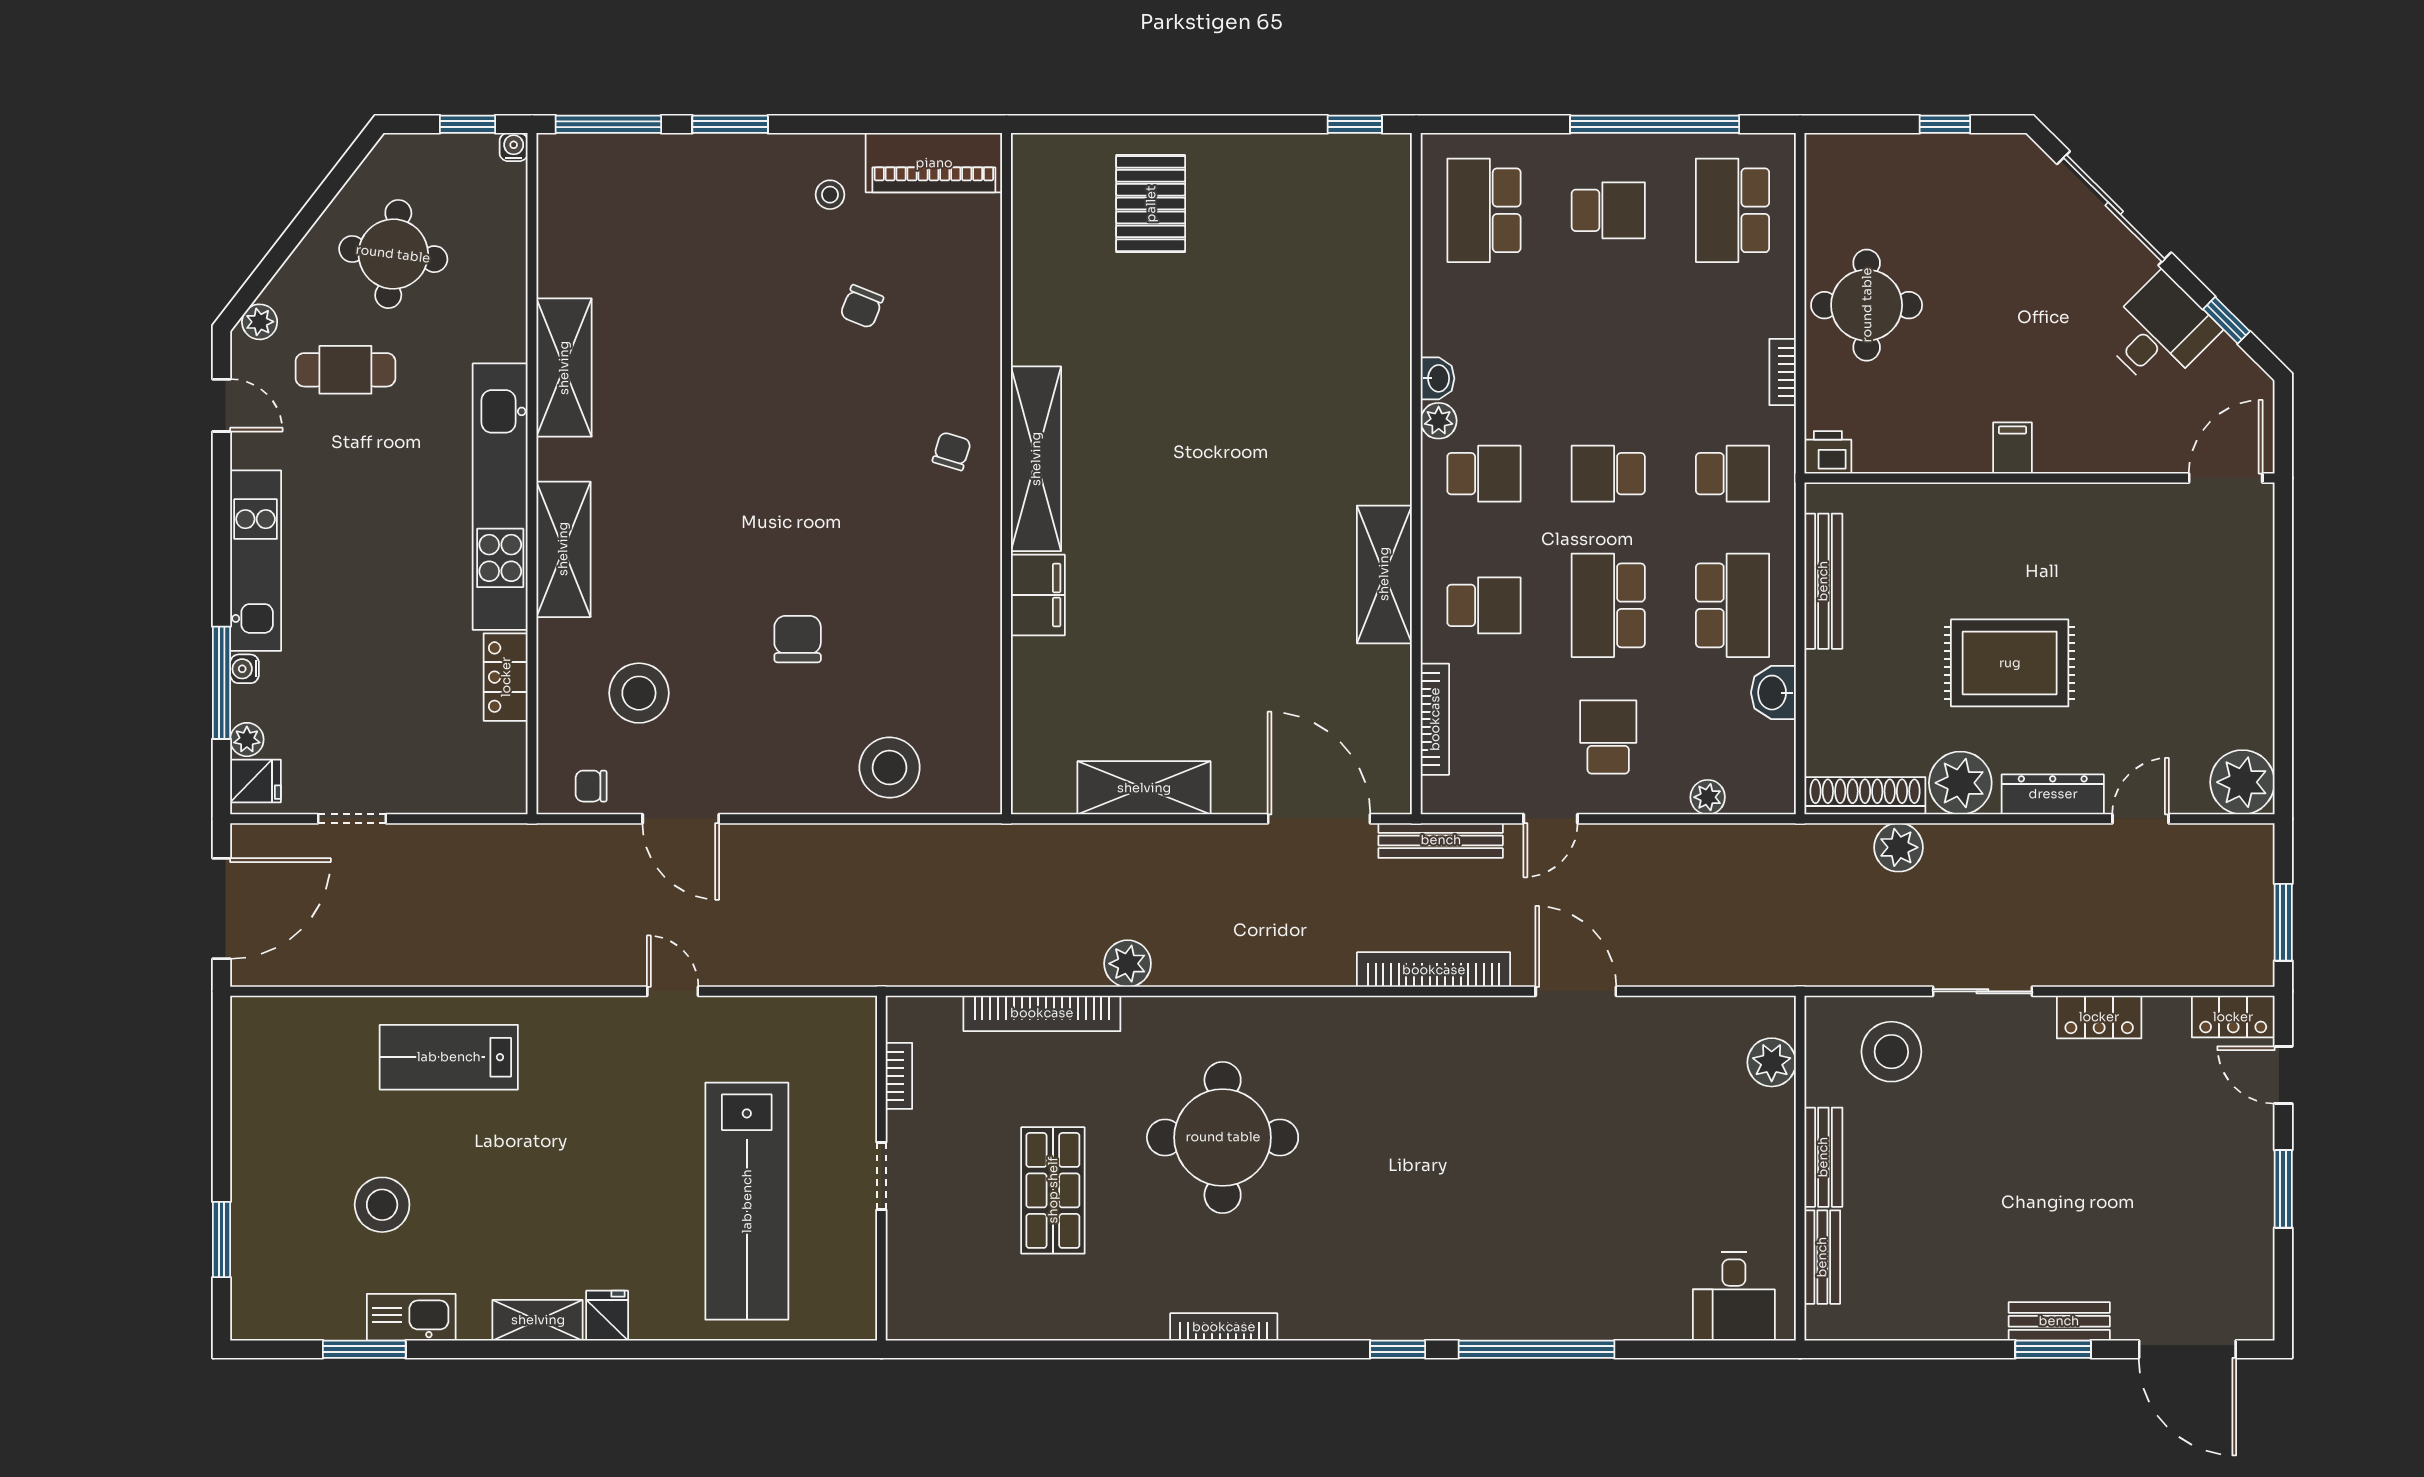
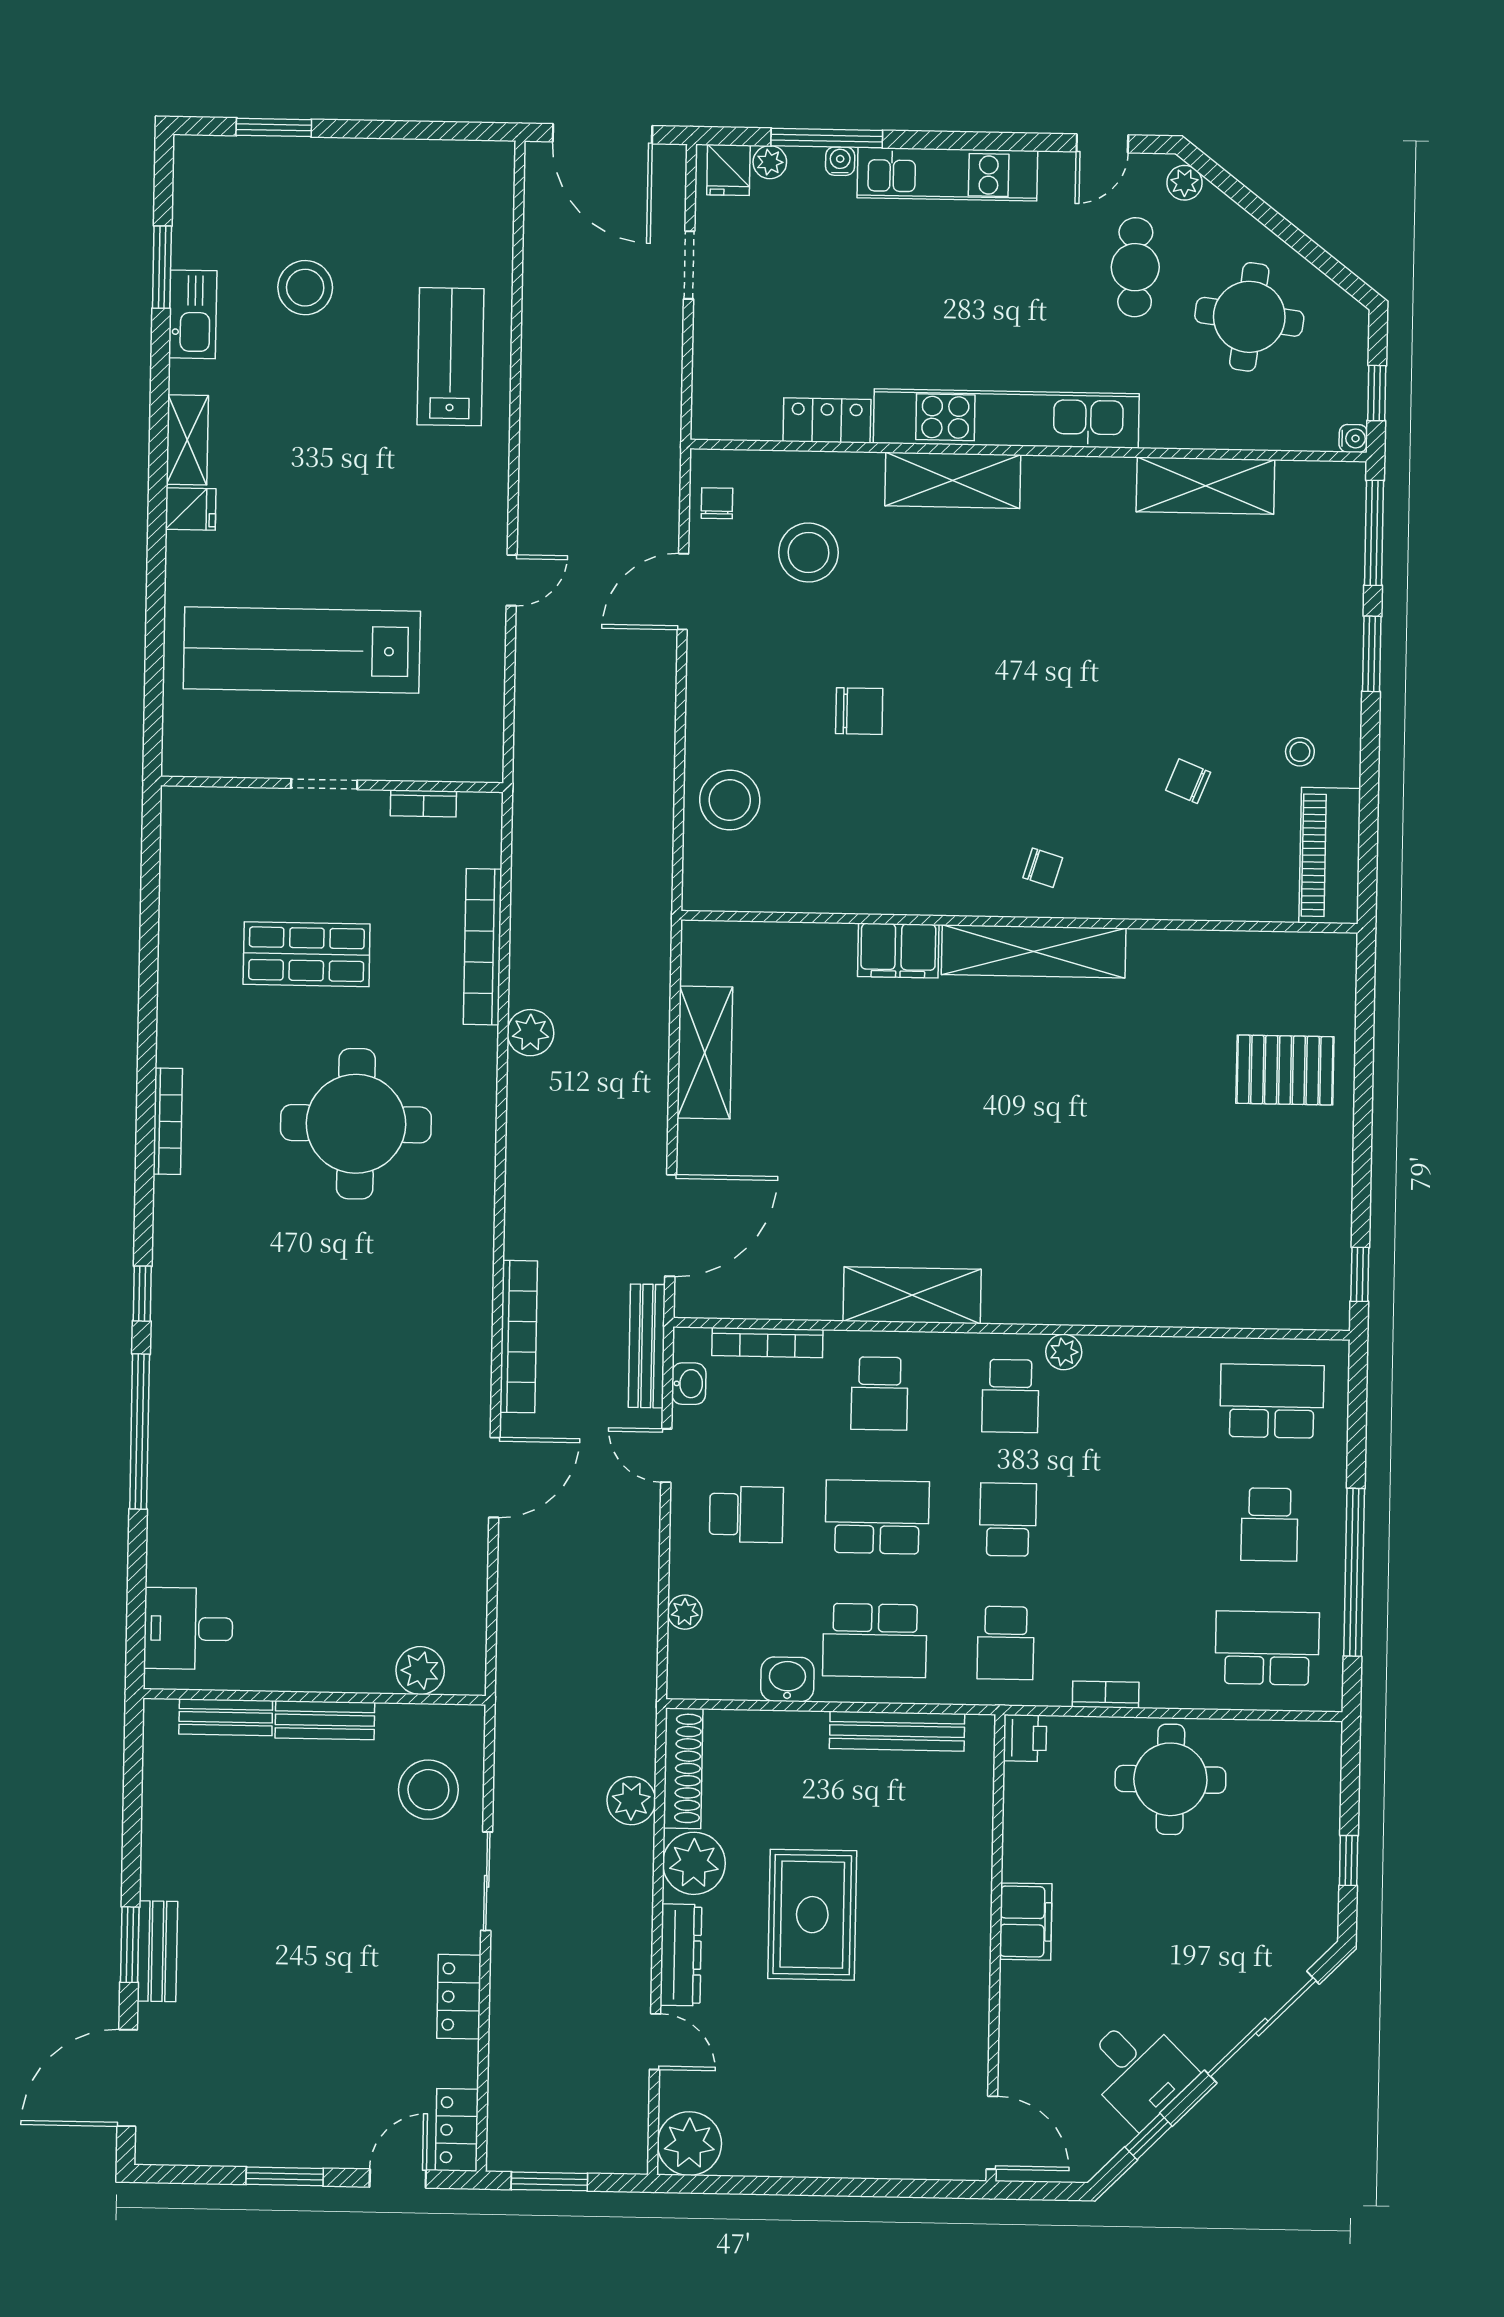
shelving: (564, 368) -> (1205, 486), moved
washbasin: (1438, 378) -> (689, 1384), moved, turned -90
filing cabinet: (2012, 448) -> (1026, 1922), width x2.00

